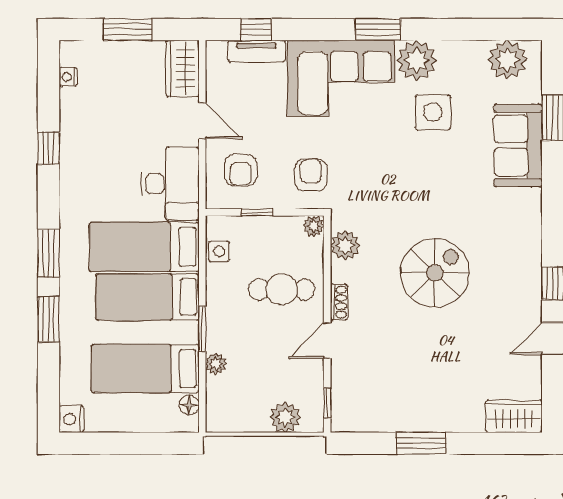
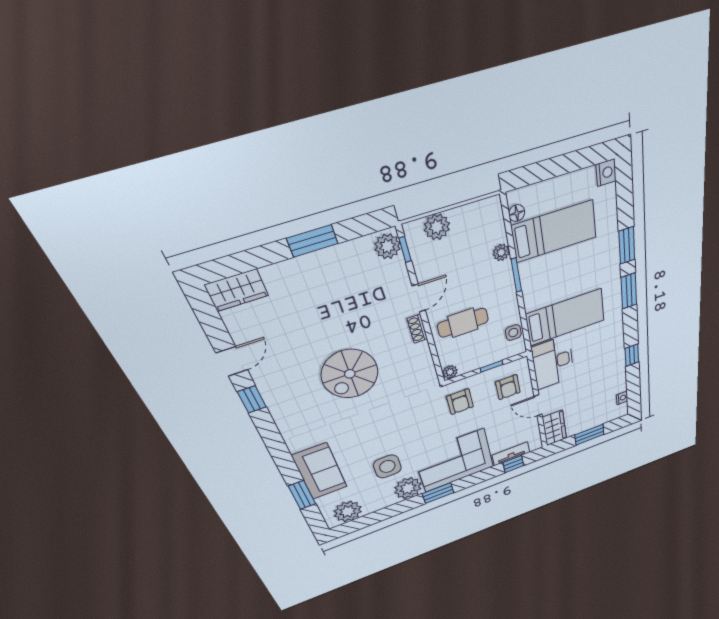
armchair: (241, 170) -> (508, 387), turned 180
plant: (345, 245) -> (388, 246), moved
bed: (147, 297) -> (559, 284), removed

